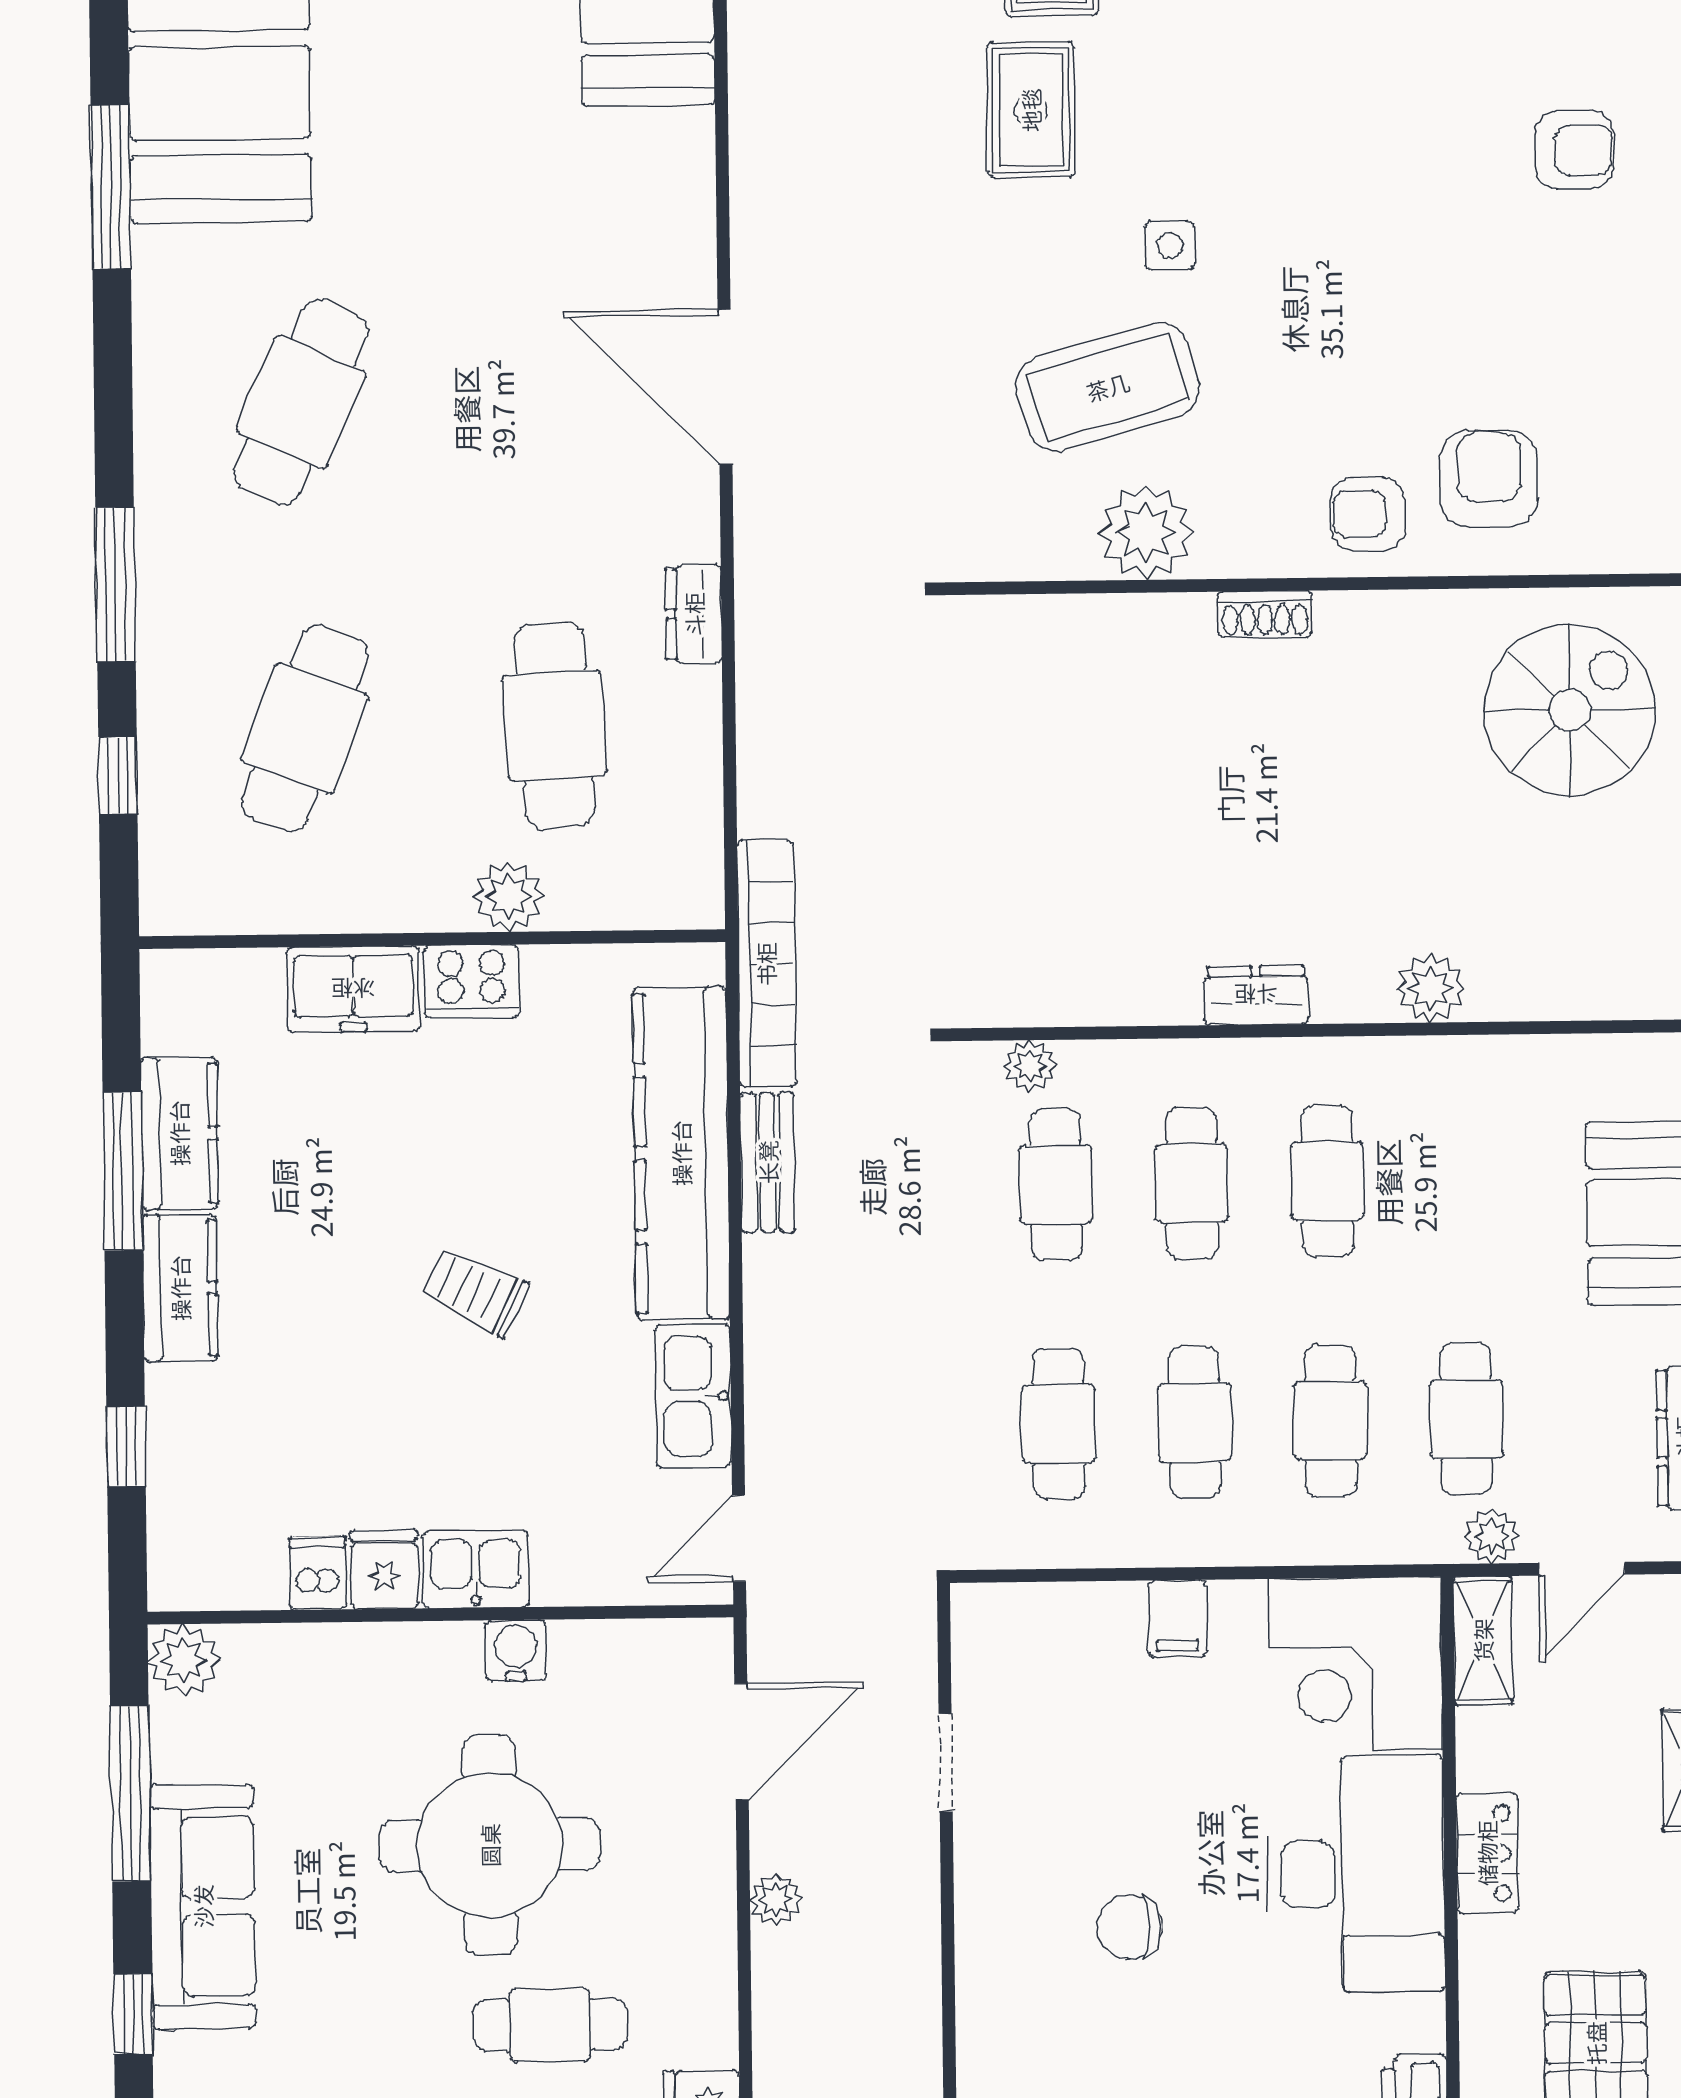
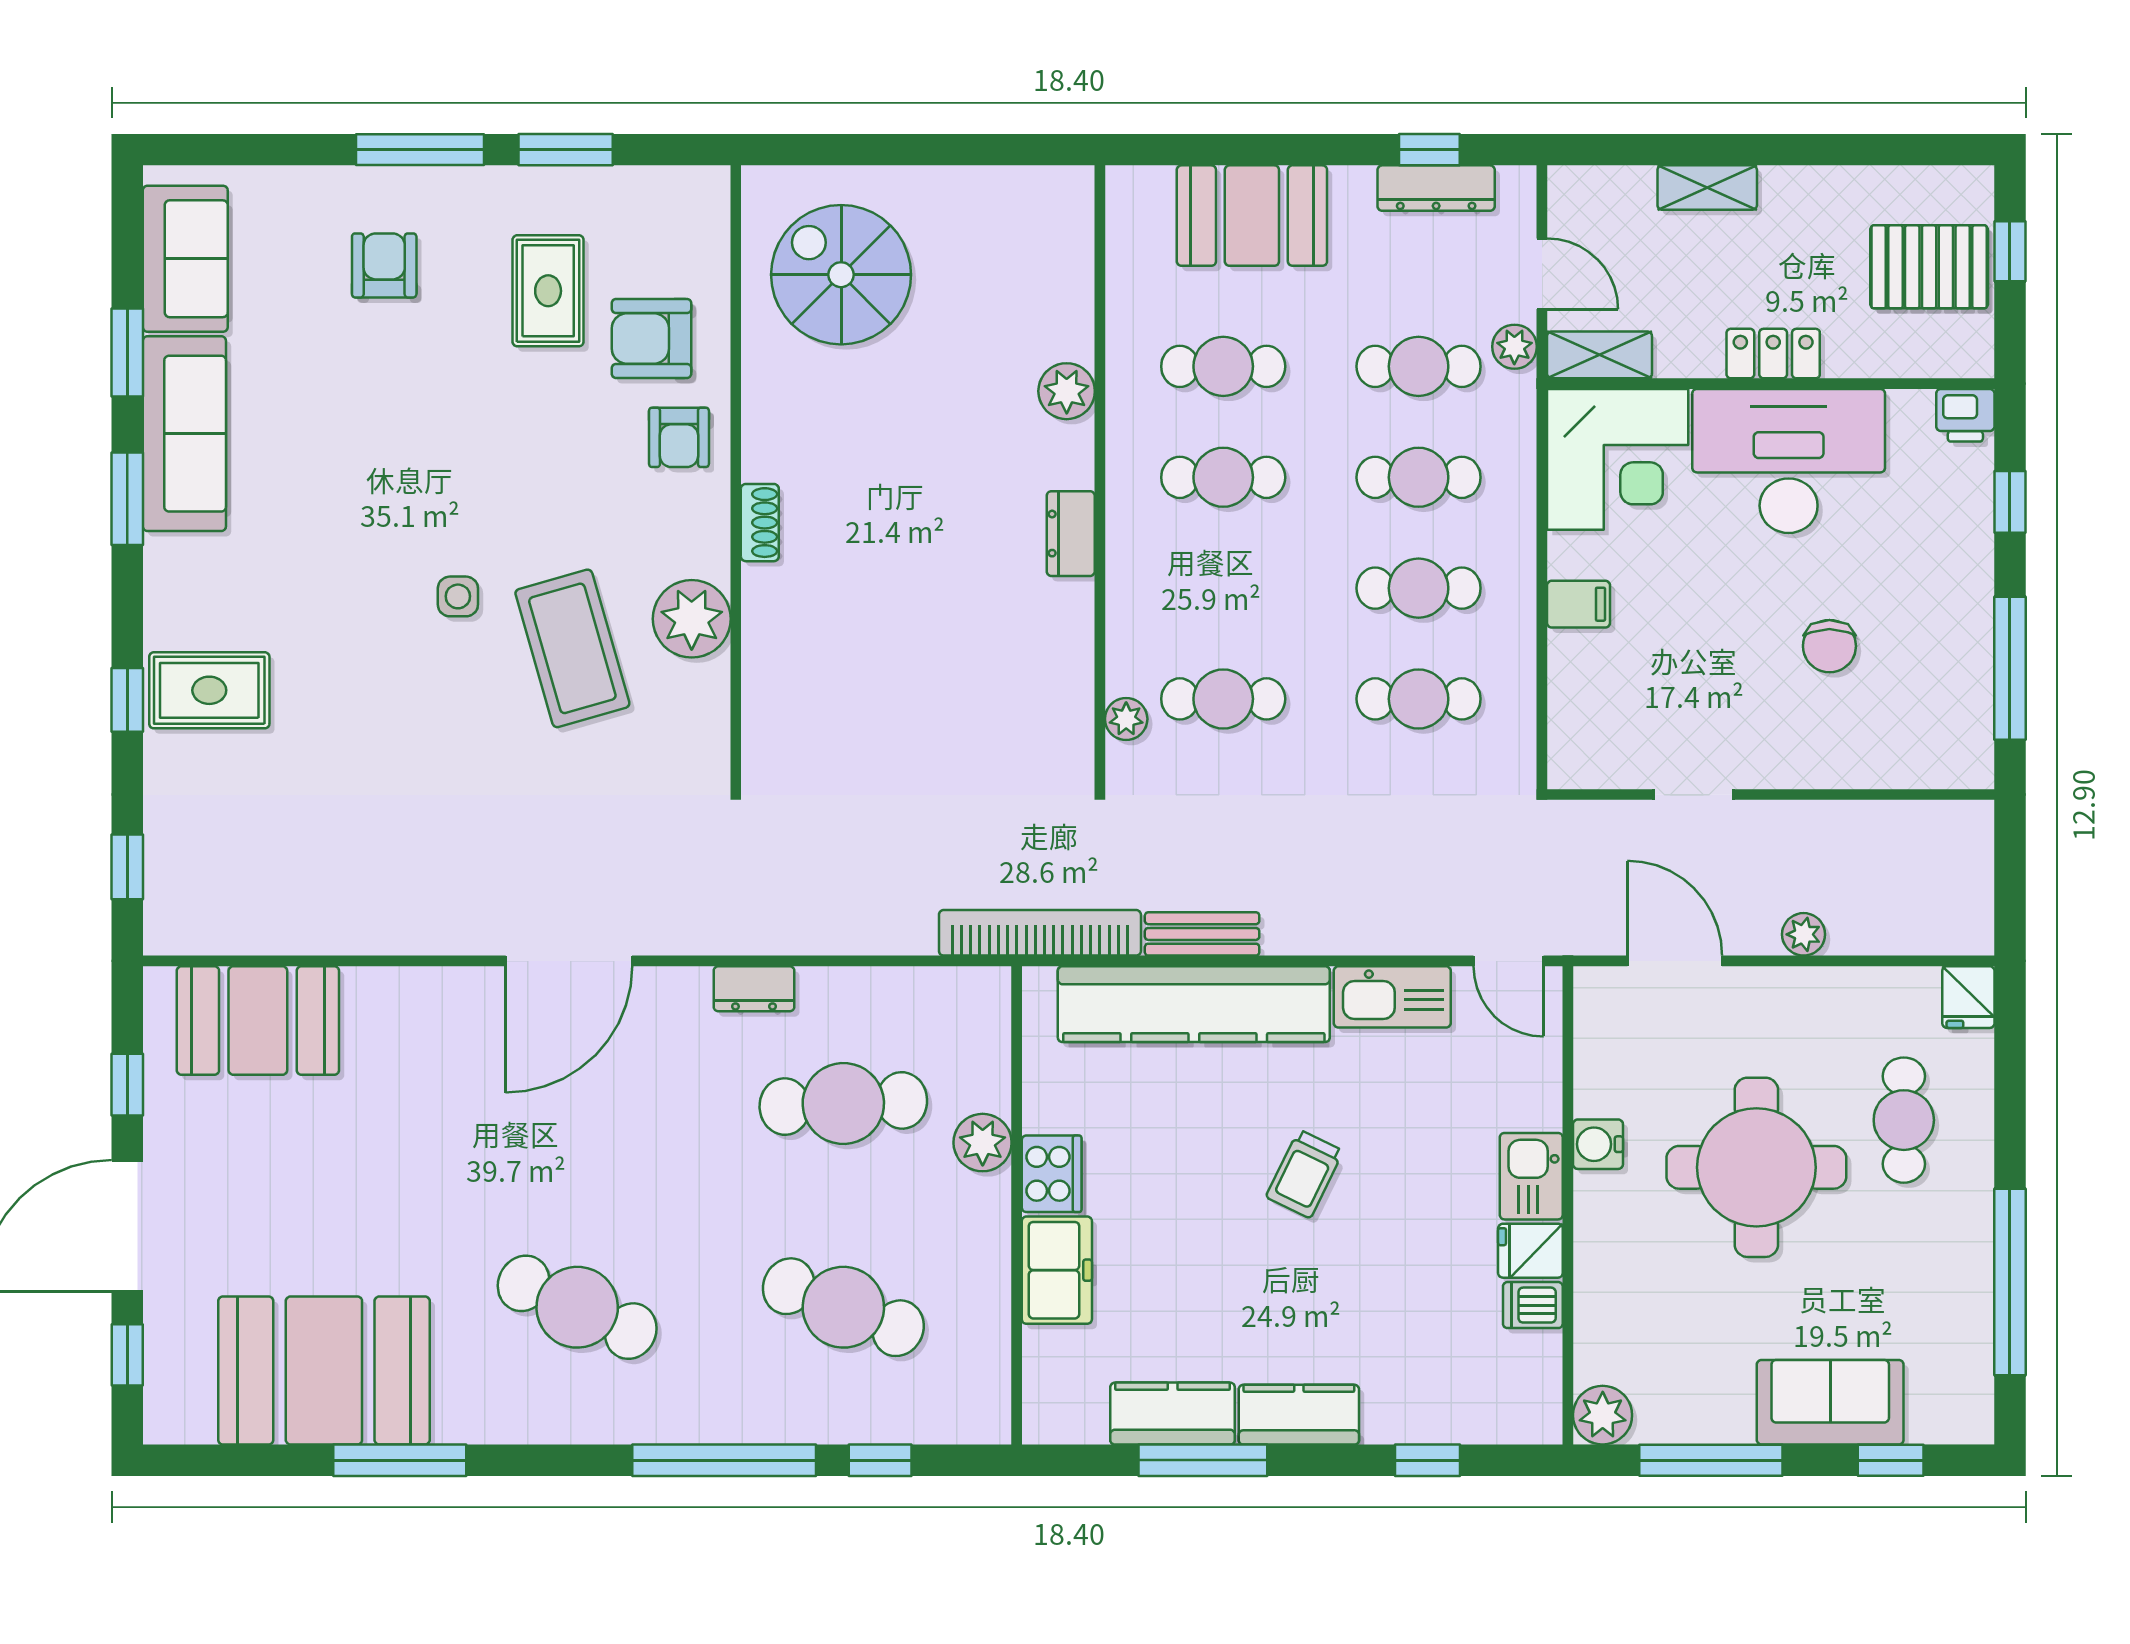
rug: (1031, 110) -> (548, 291), moved, turned 90
window: (116, 585) -> (724, 1460), width x1.46
cafe table: (1192, 1183) -> (1223, 366), moved
sofa: (203, 1906) -> (1830, 1402), width x0.73

